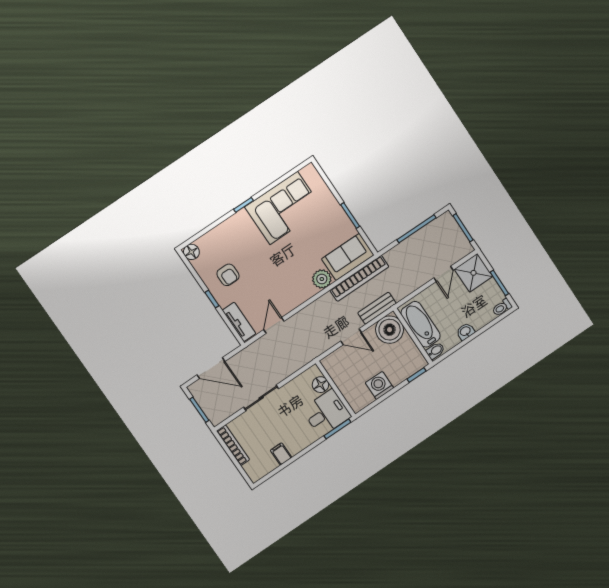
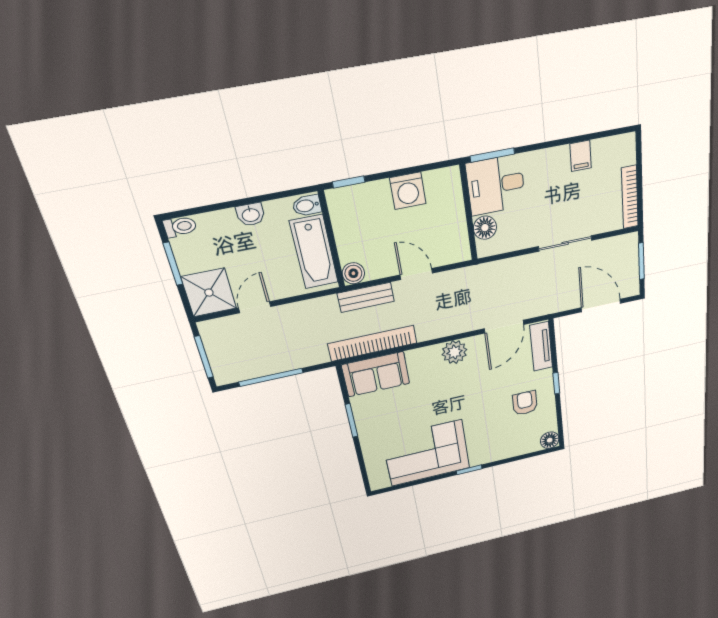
plant: (322, 279) -> (454, 352), moved
door: (274, 325) -> (504, 327), width x1.37
boiler: (390, 330) -> (353, 273), width x0.54, depth x0.54

